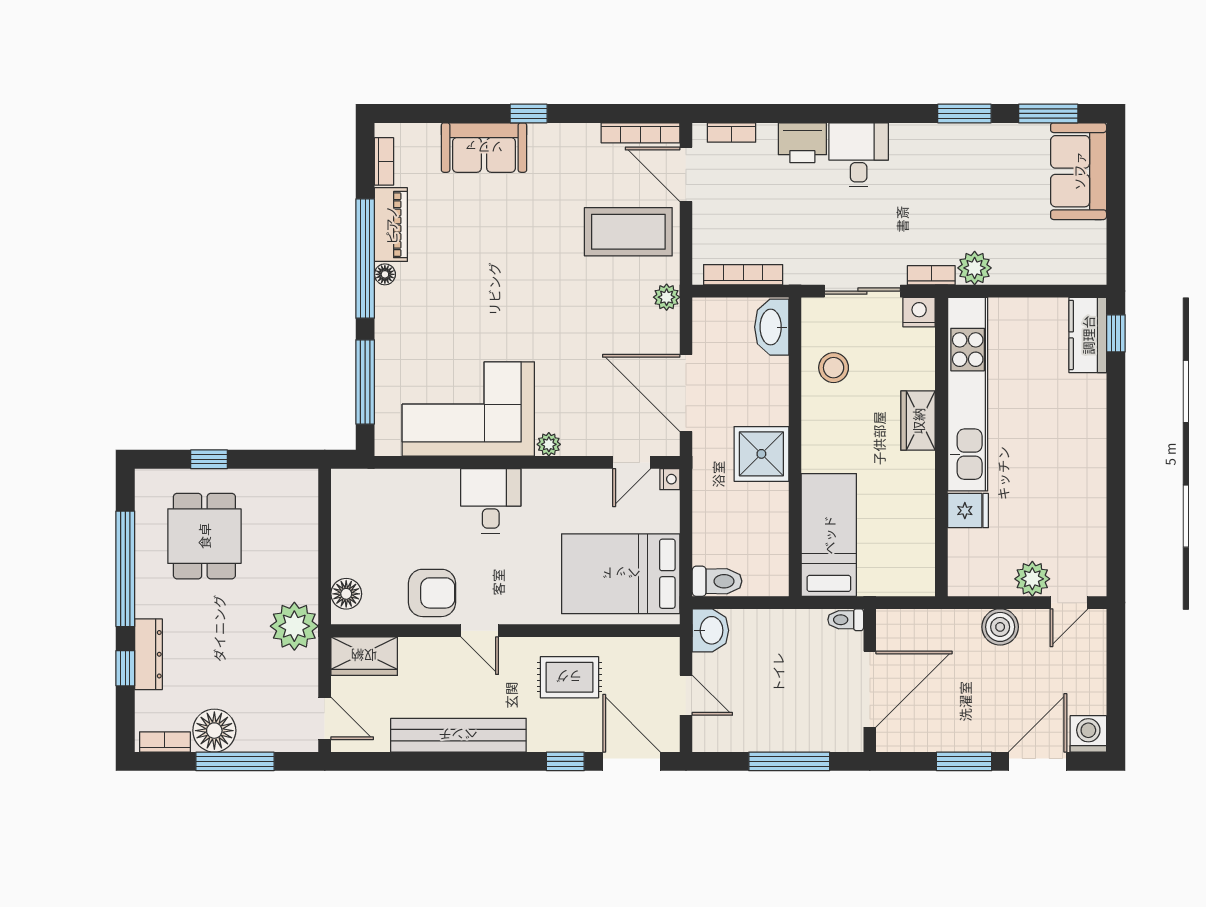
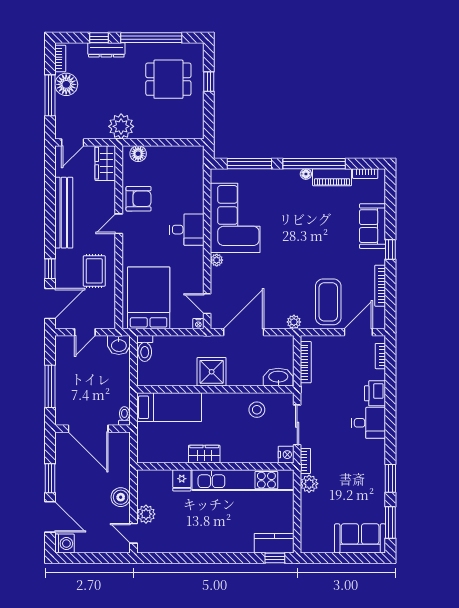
bookcase: (640, 133) -> (380, 286), moved
wardrobe: (918, 421) -> (204, 454), moved
armchair: (432, 593) -> (139, 199), turned -90

